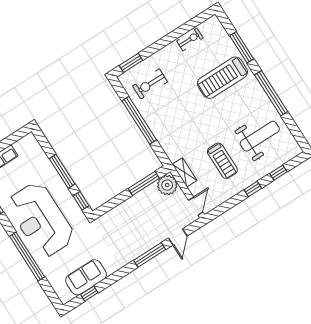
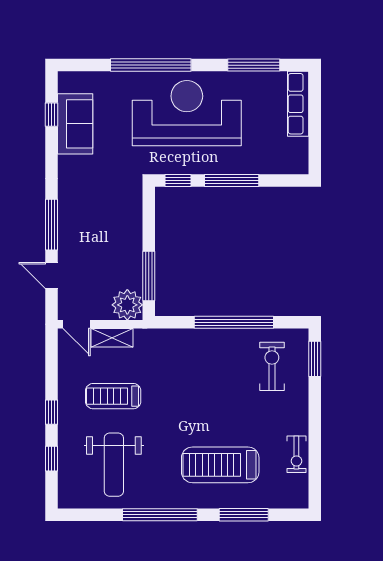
treadmill: (222, 78) -> (220, 465), turned -90
shelving: (185, 172) -> (112, 338), moved

